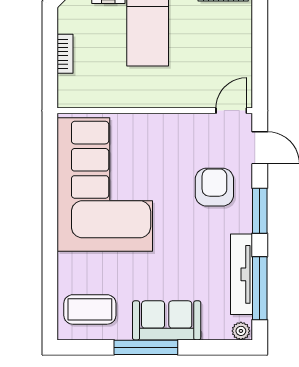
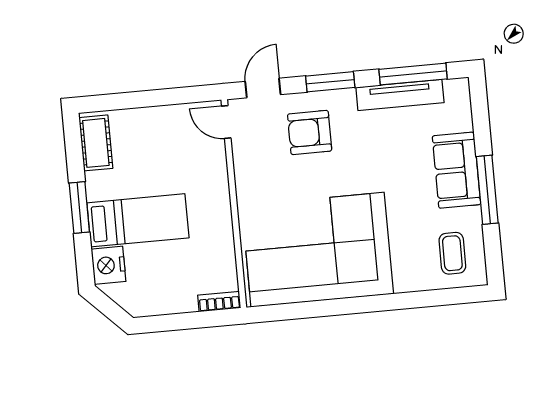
bookcase: (65, 54) -> (219, 302), moved
coffee table: (90, 309) -> (452, 253), width x0.73, depth x0.77
plant: (241, 331) -> (460, 90), removed

